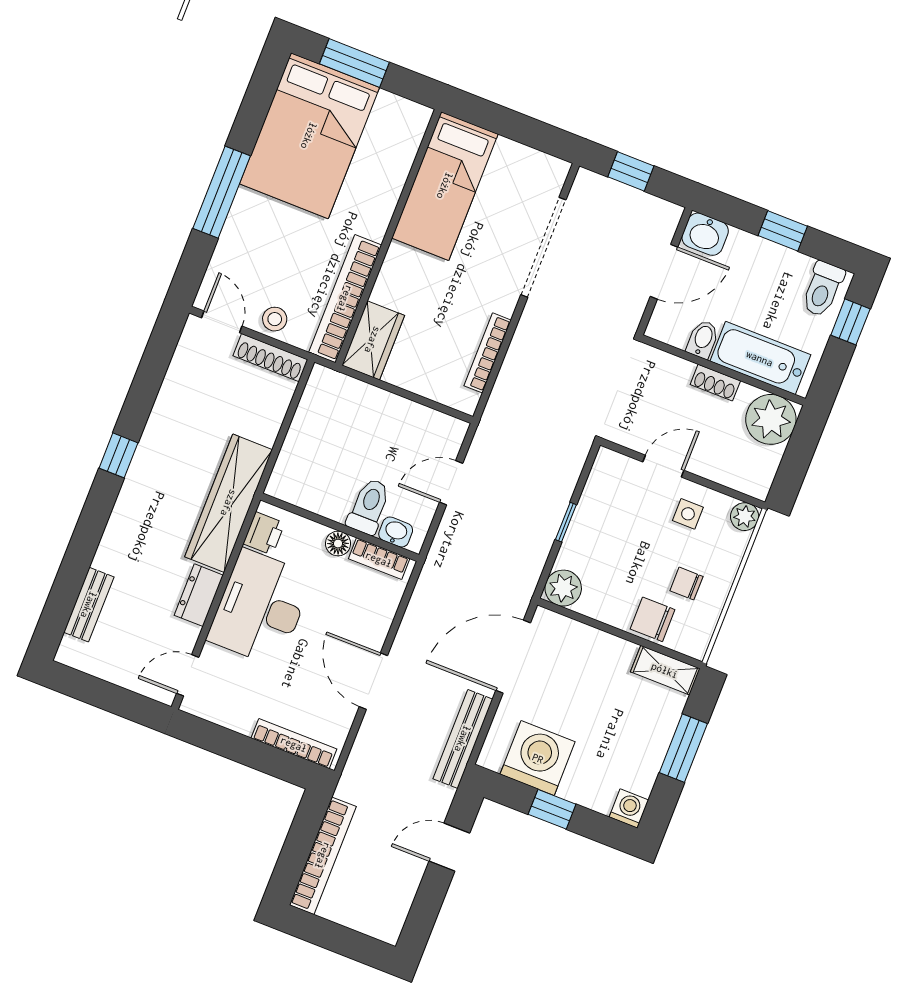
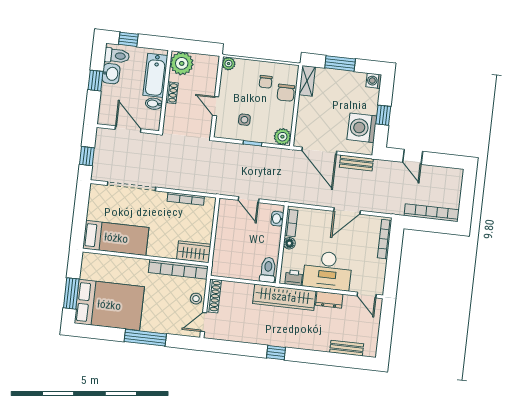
washbasin: (705, 234) -> (111, 74), moved
toilet: (369, 506) -> (268, 270), moved, turned 90
side table: (688, 514) -> (244, 120), moved
bench: (463, 739) -> (356, 163), width x0.73

